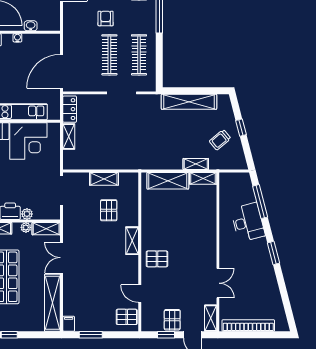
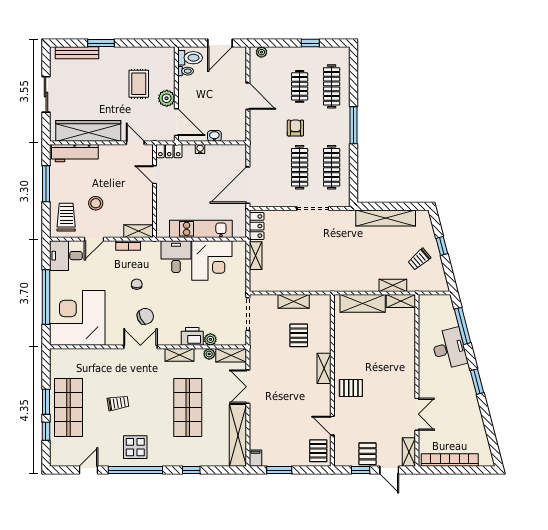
pallet: (127, 317) -> (318, 451), turned 90

